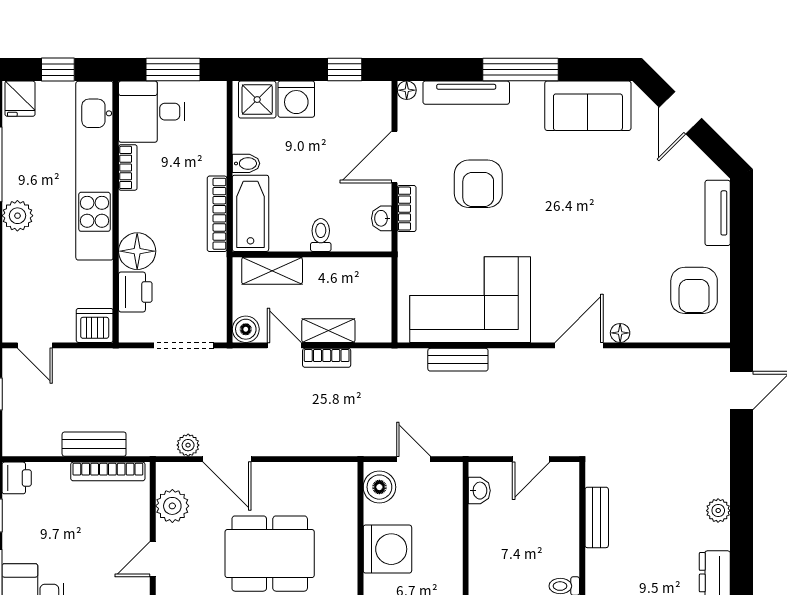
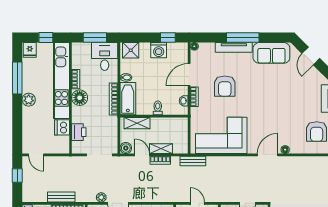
tv unit: (466, 93) -> (234, 47), moved
washing machine: (296, 99) -> (159, 50), moved
desk: (152, 112) -> (105, 56), moved, turned 90
floor lamp: (137, 251) -> (80, 98), moved
dishwasher: (95, 325) -> (62, 127), moved, turned -90
bench: (458, 360) -> (193, 161), moved

